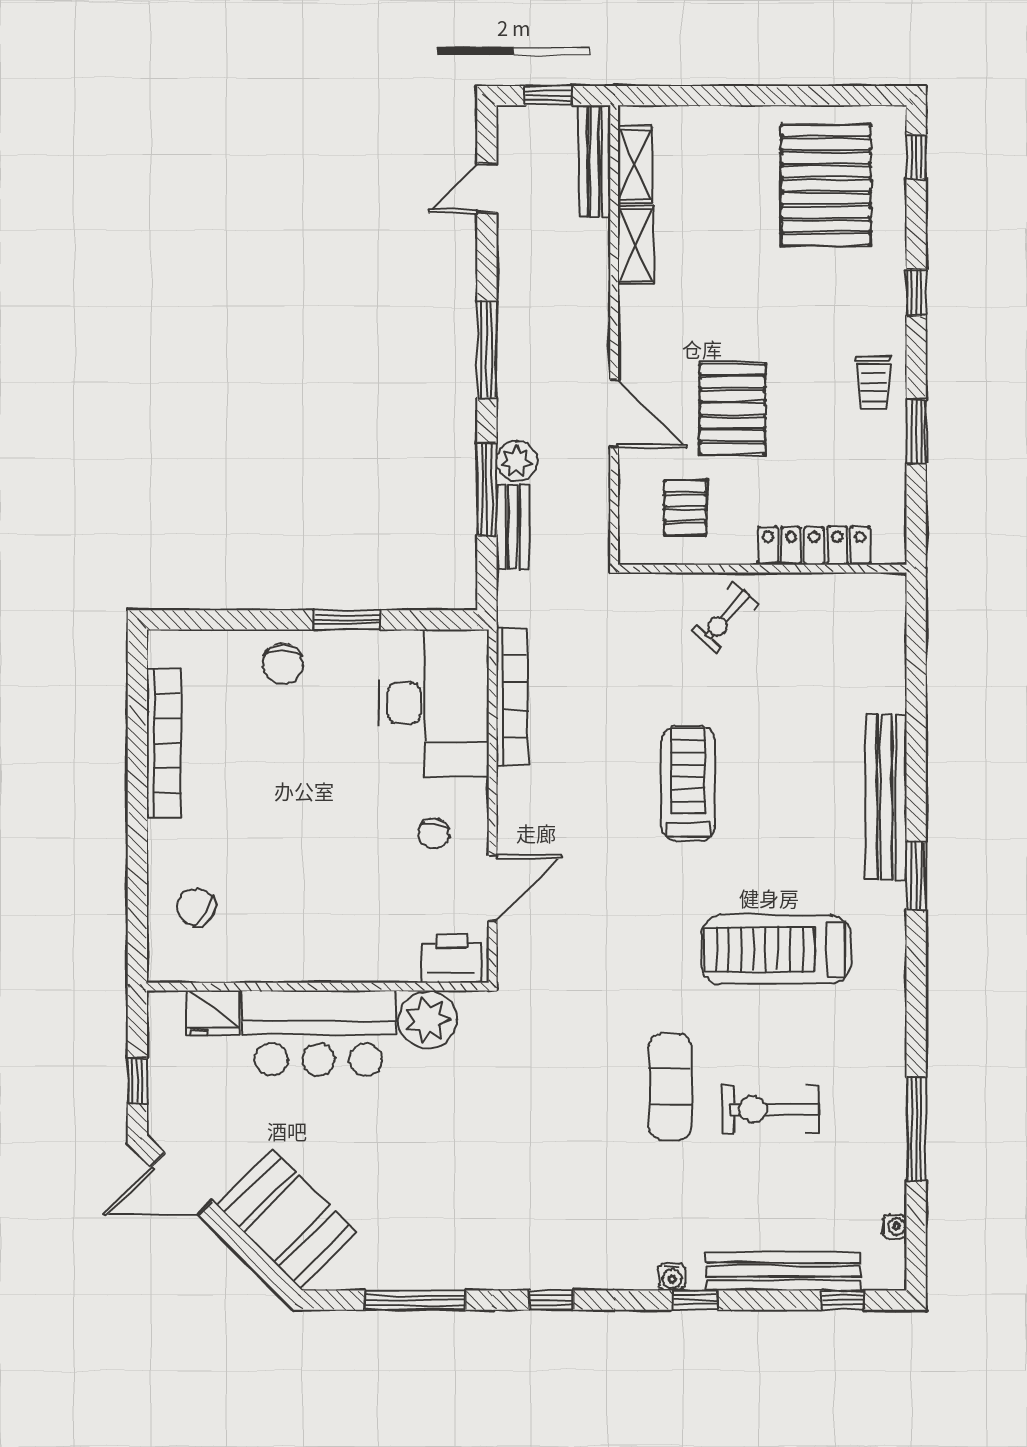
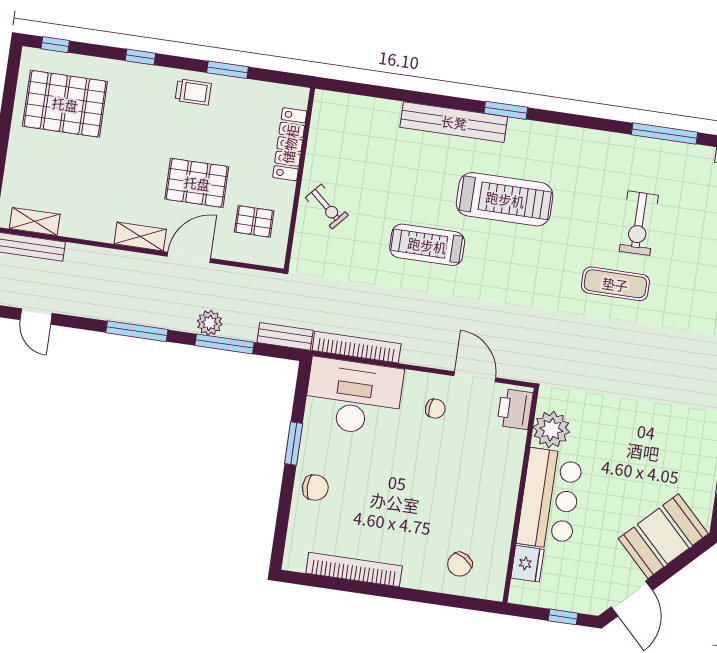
shelving: (636, 245) -> (140, 237), moved
bench: (513, 527) -> (285, 336), moved
treadmill: (776, 950) -> (505, 199), moved, turned -90

